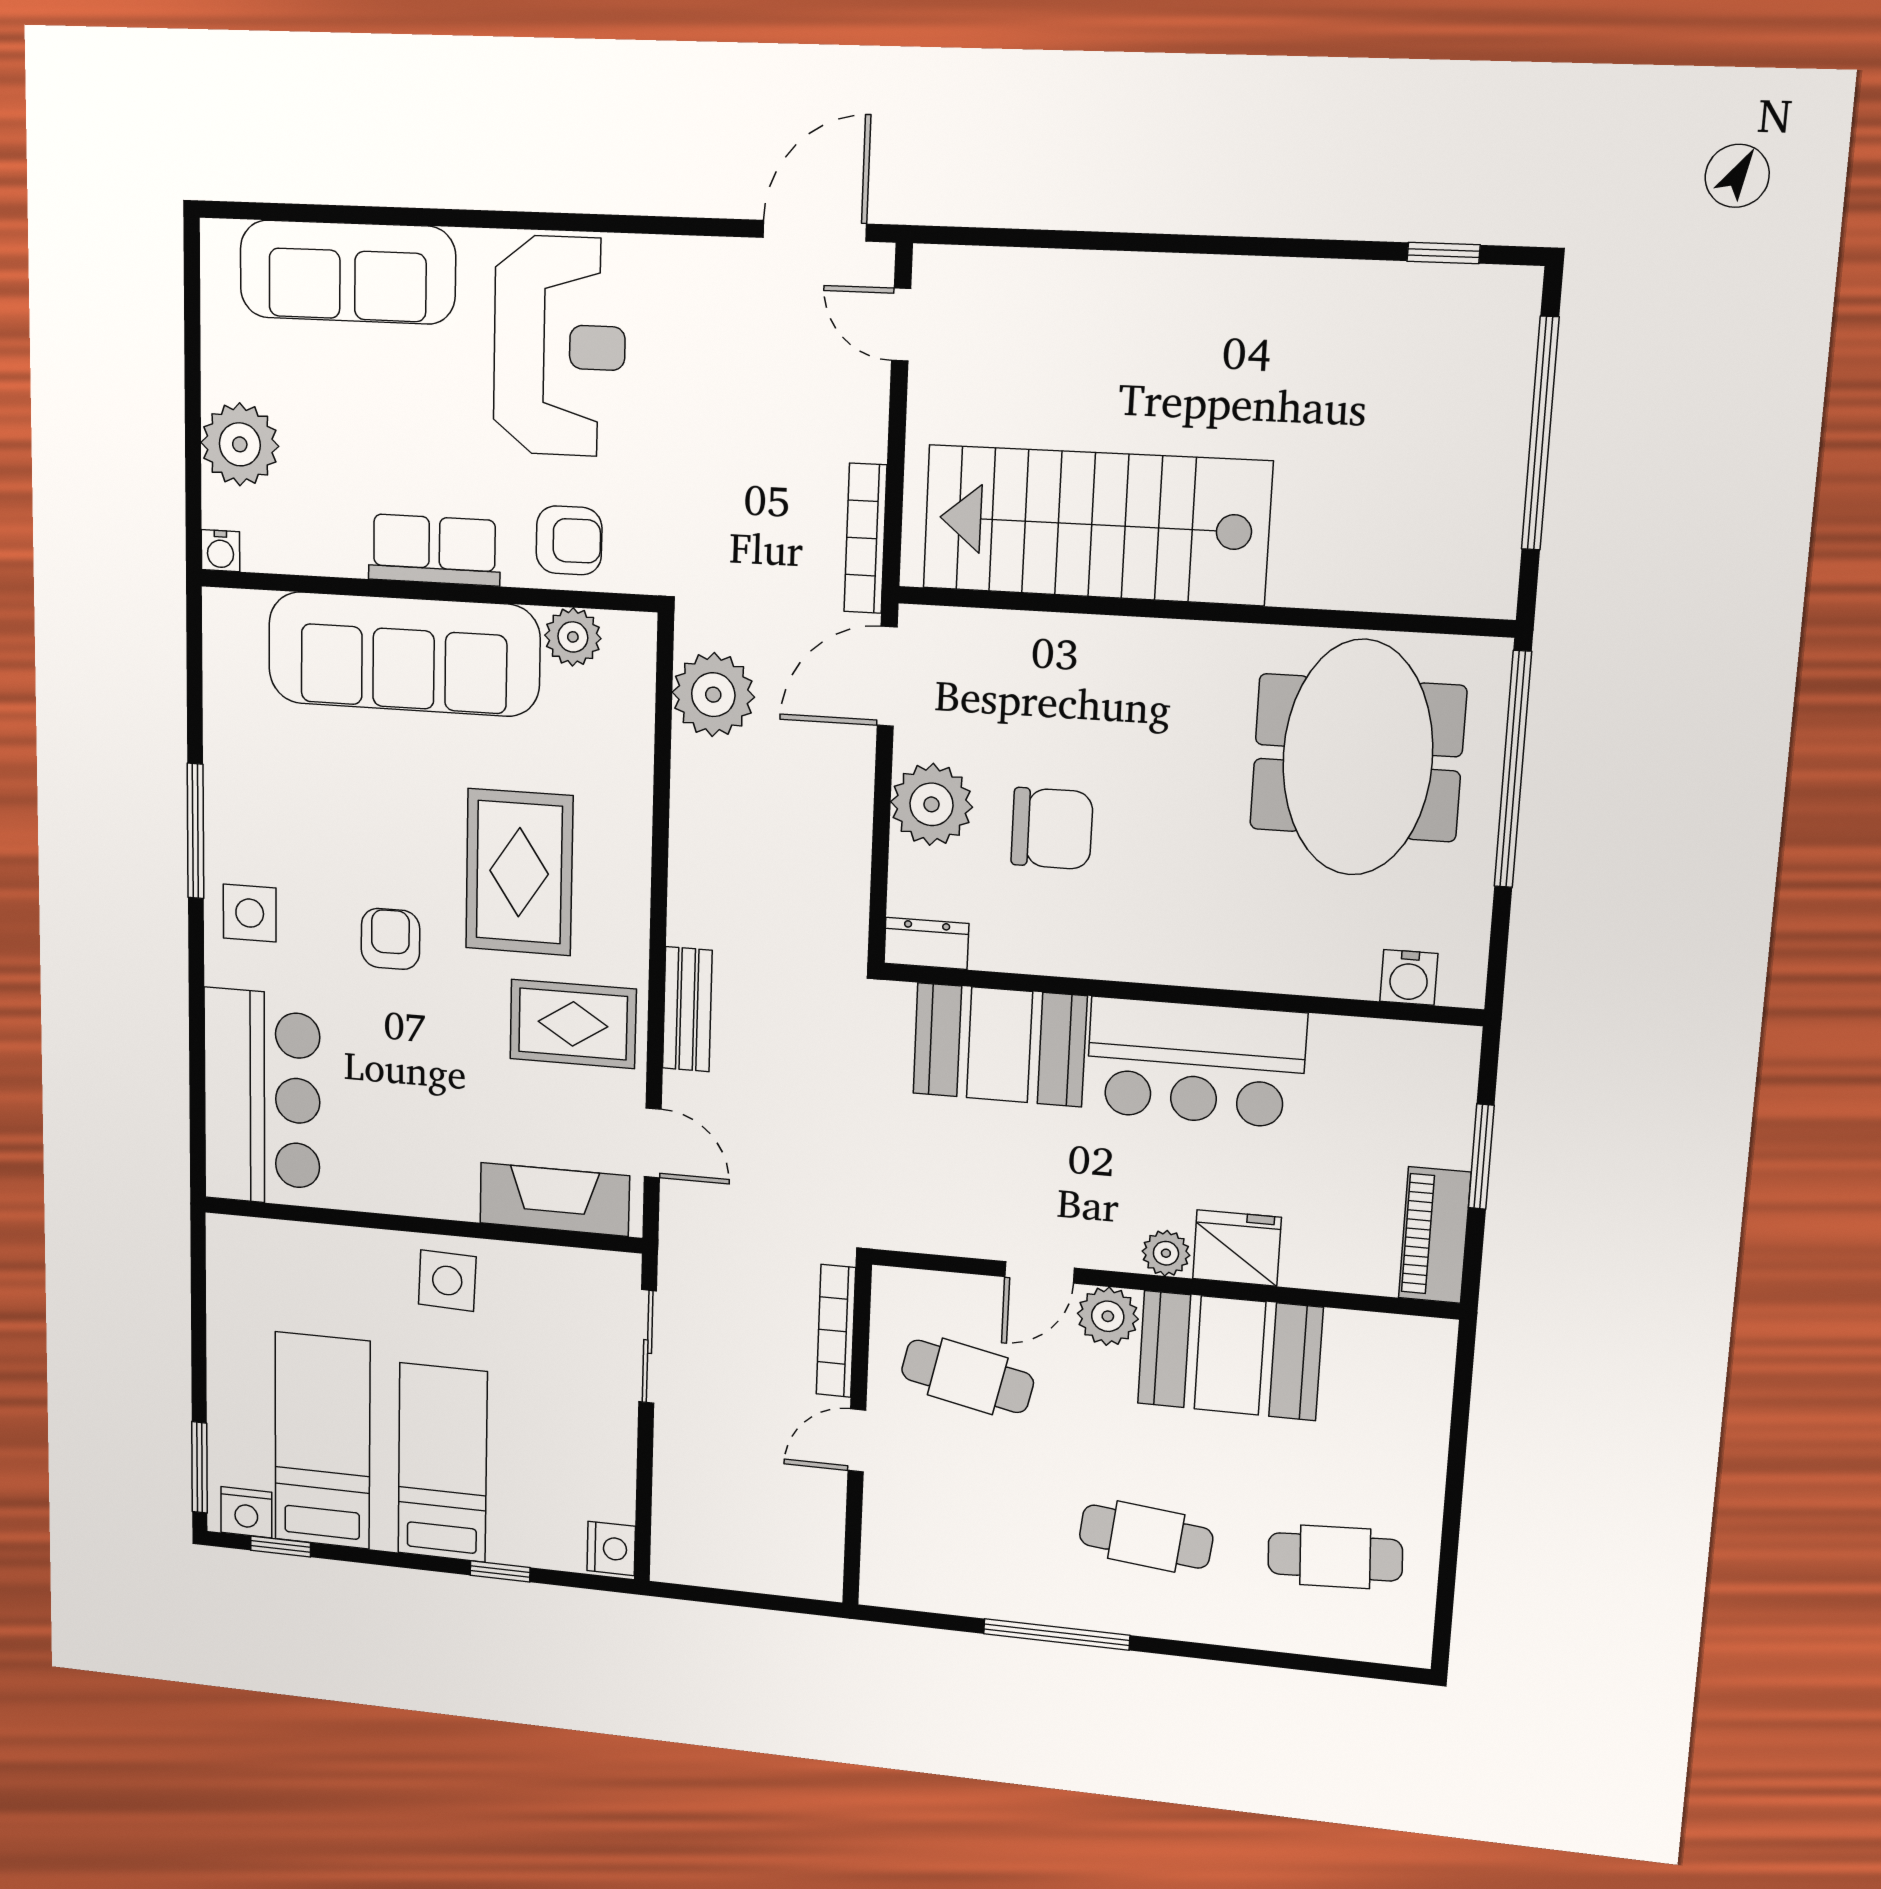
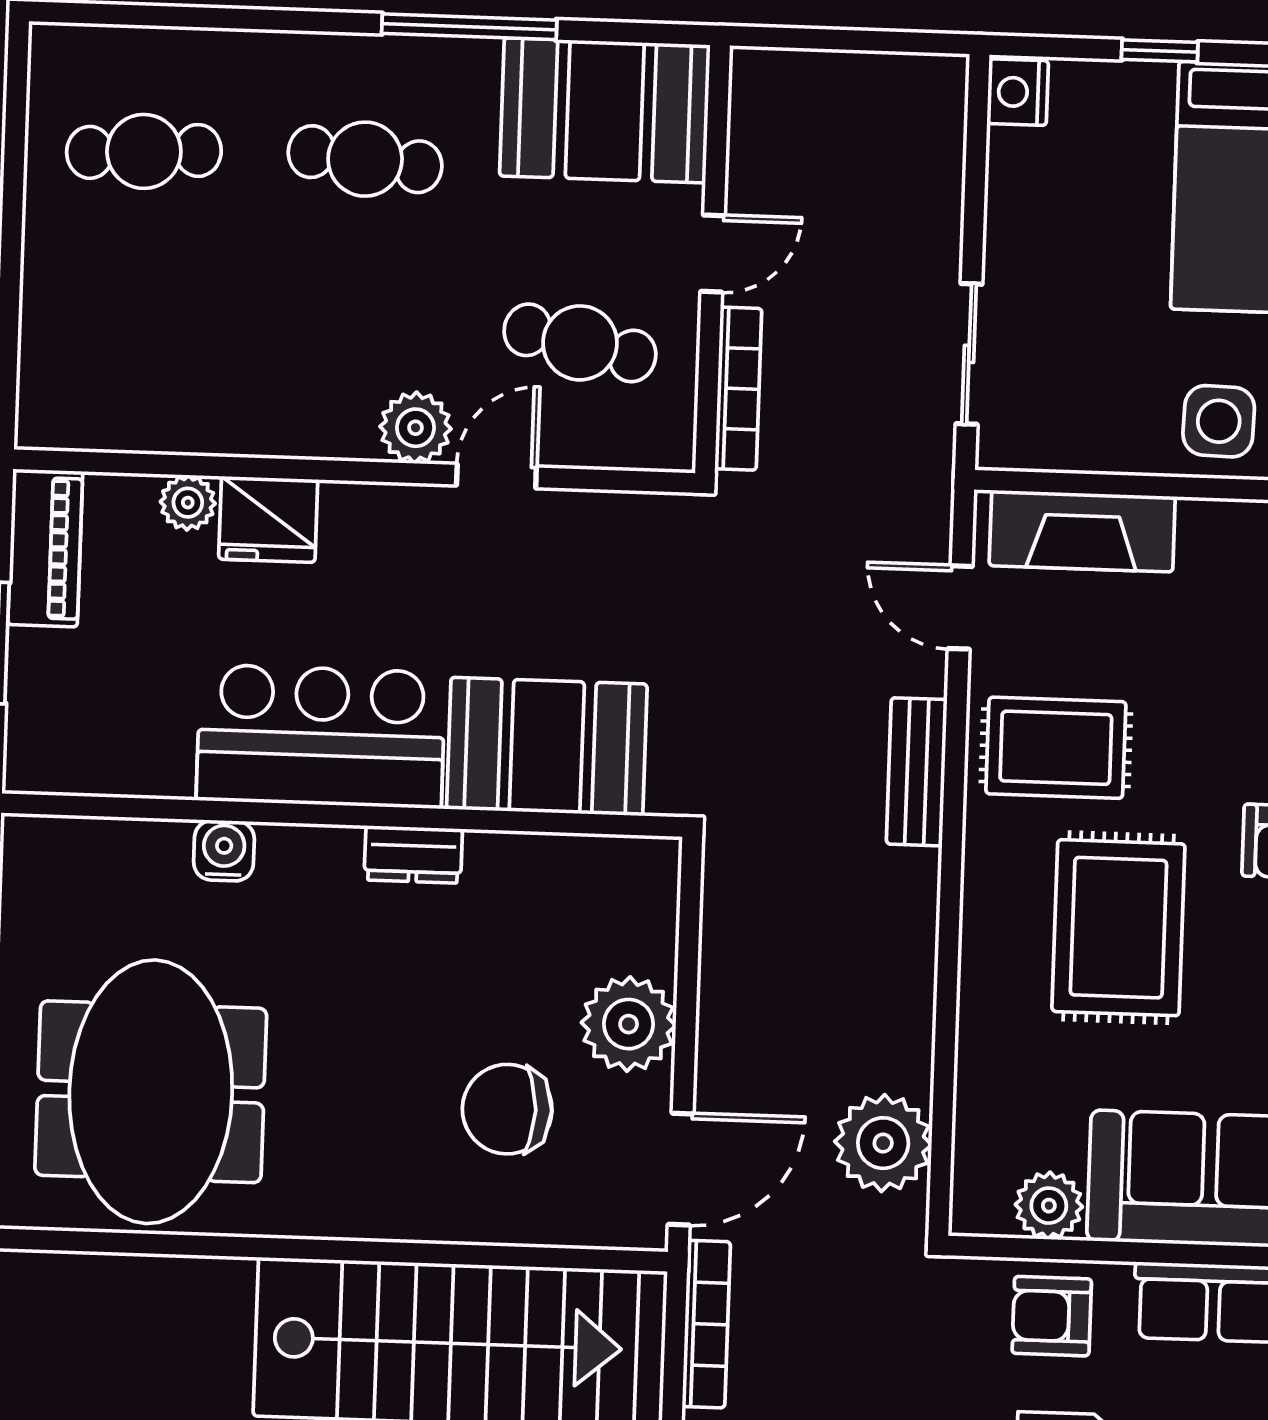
chair: (1052, 828) -> (507, 1109), moved
dresser: (926, 943) -> (413, 854), moved
water cooler: (1409, 977) -> (224, 851), moved
plant: (1166, 1253) -> (188, 503), moved
booth: (1230, 1356) -> (605, 110), moved

